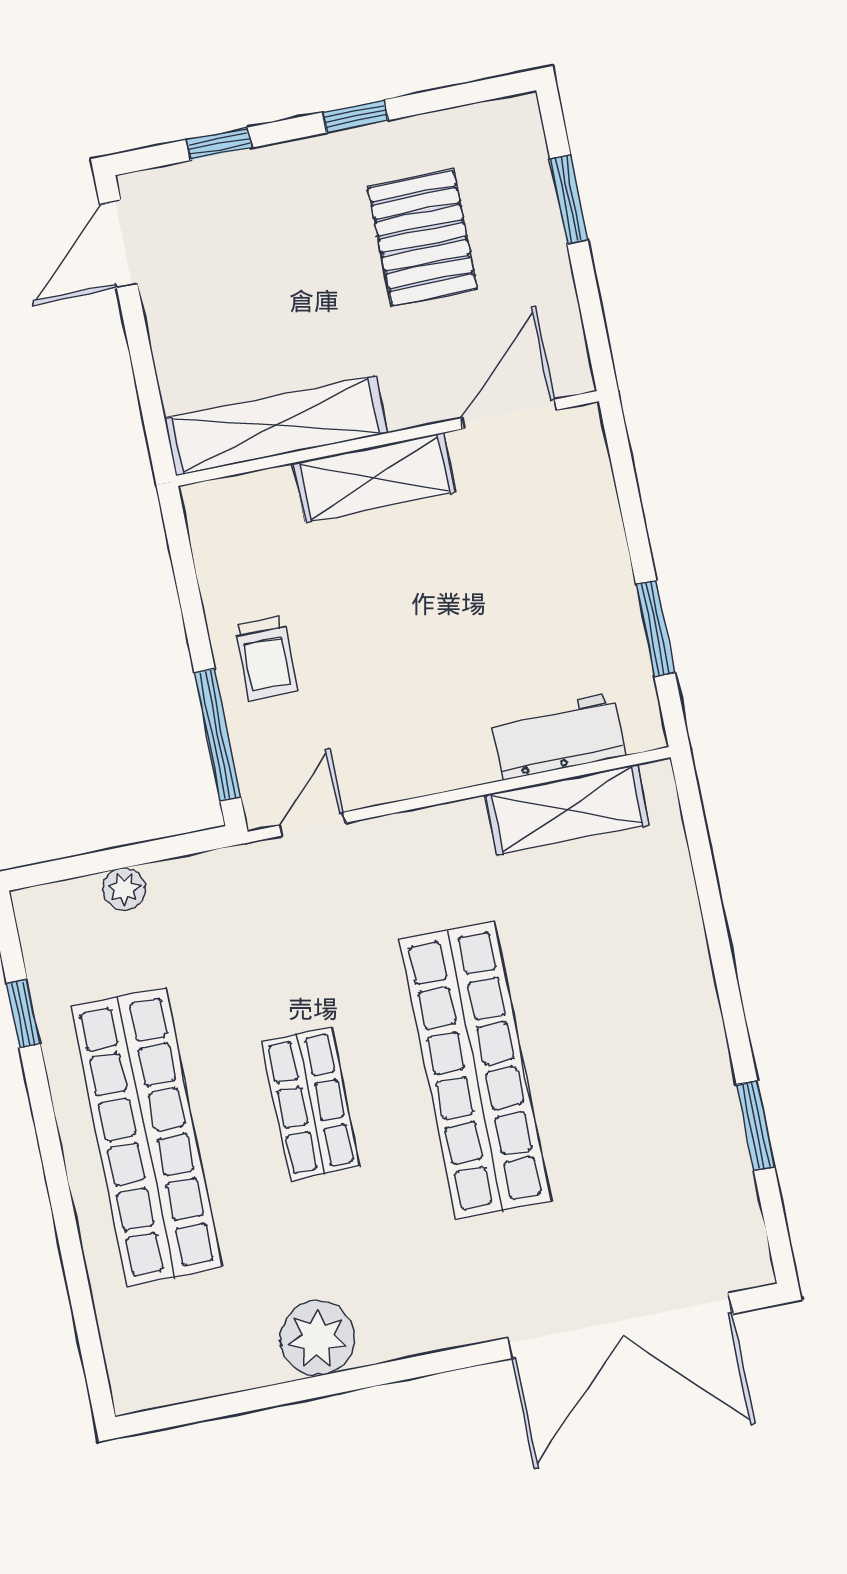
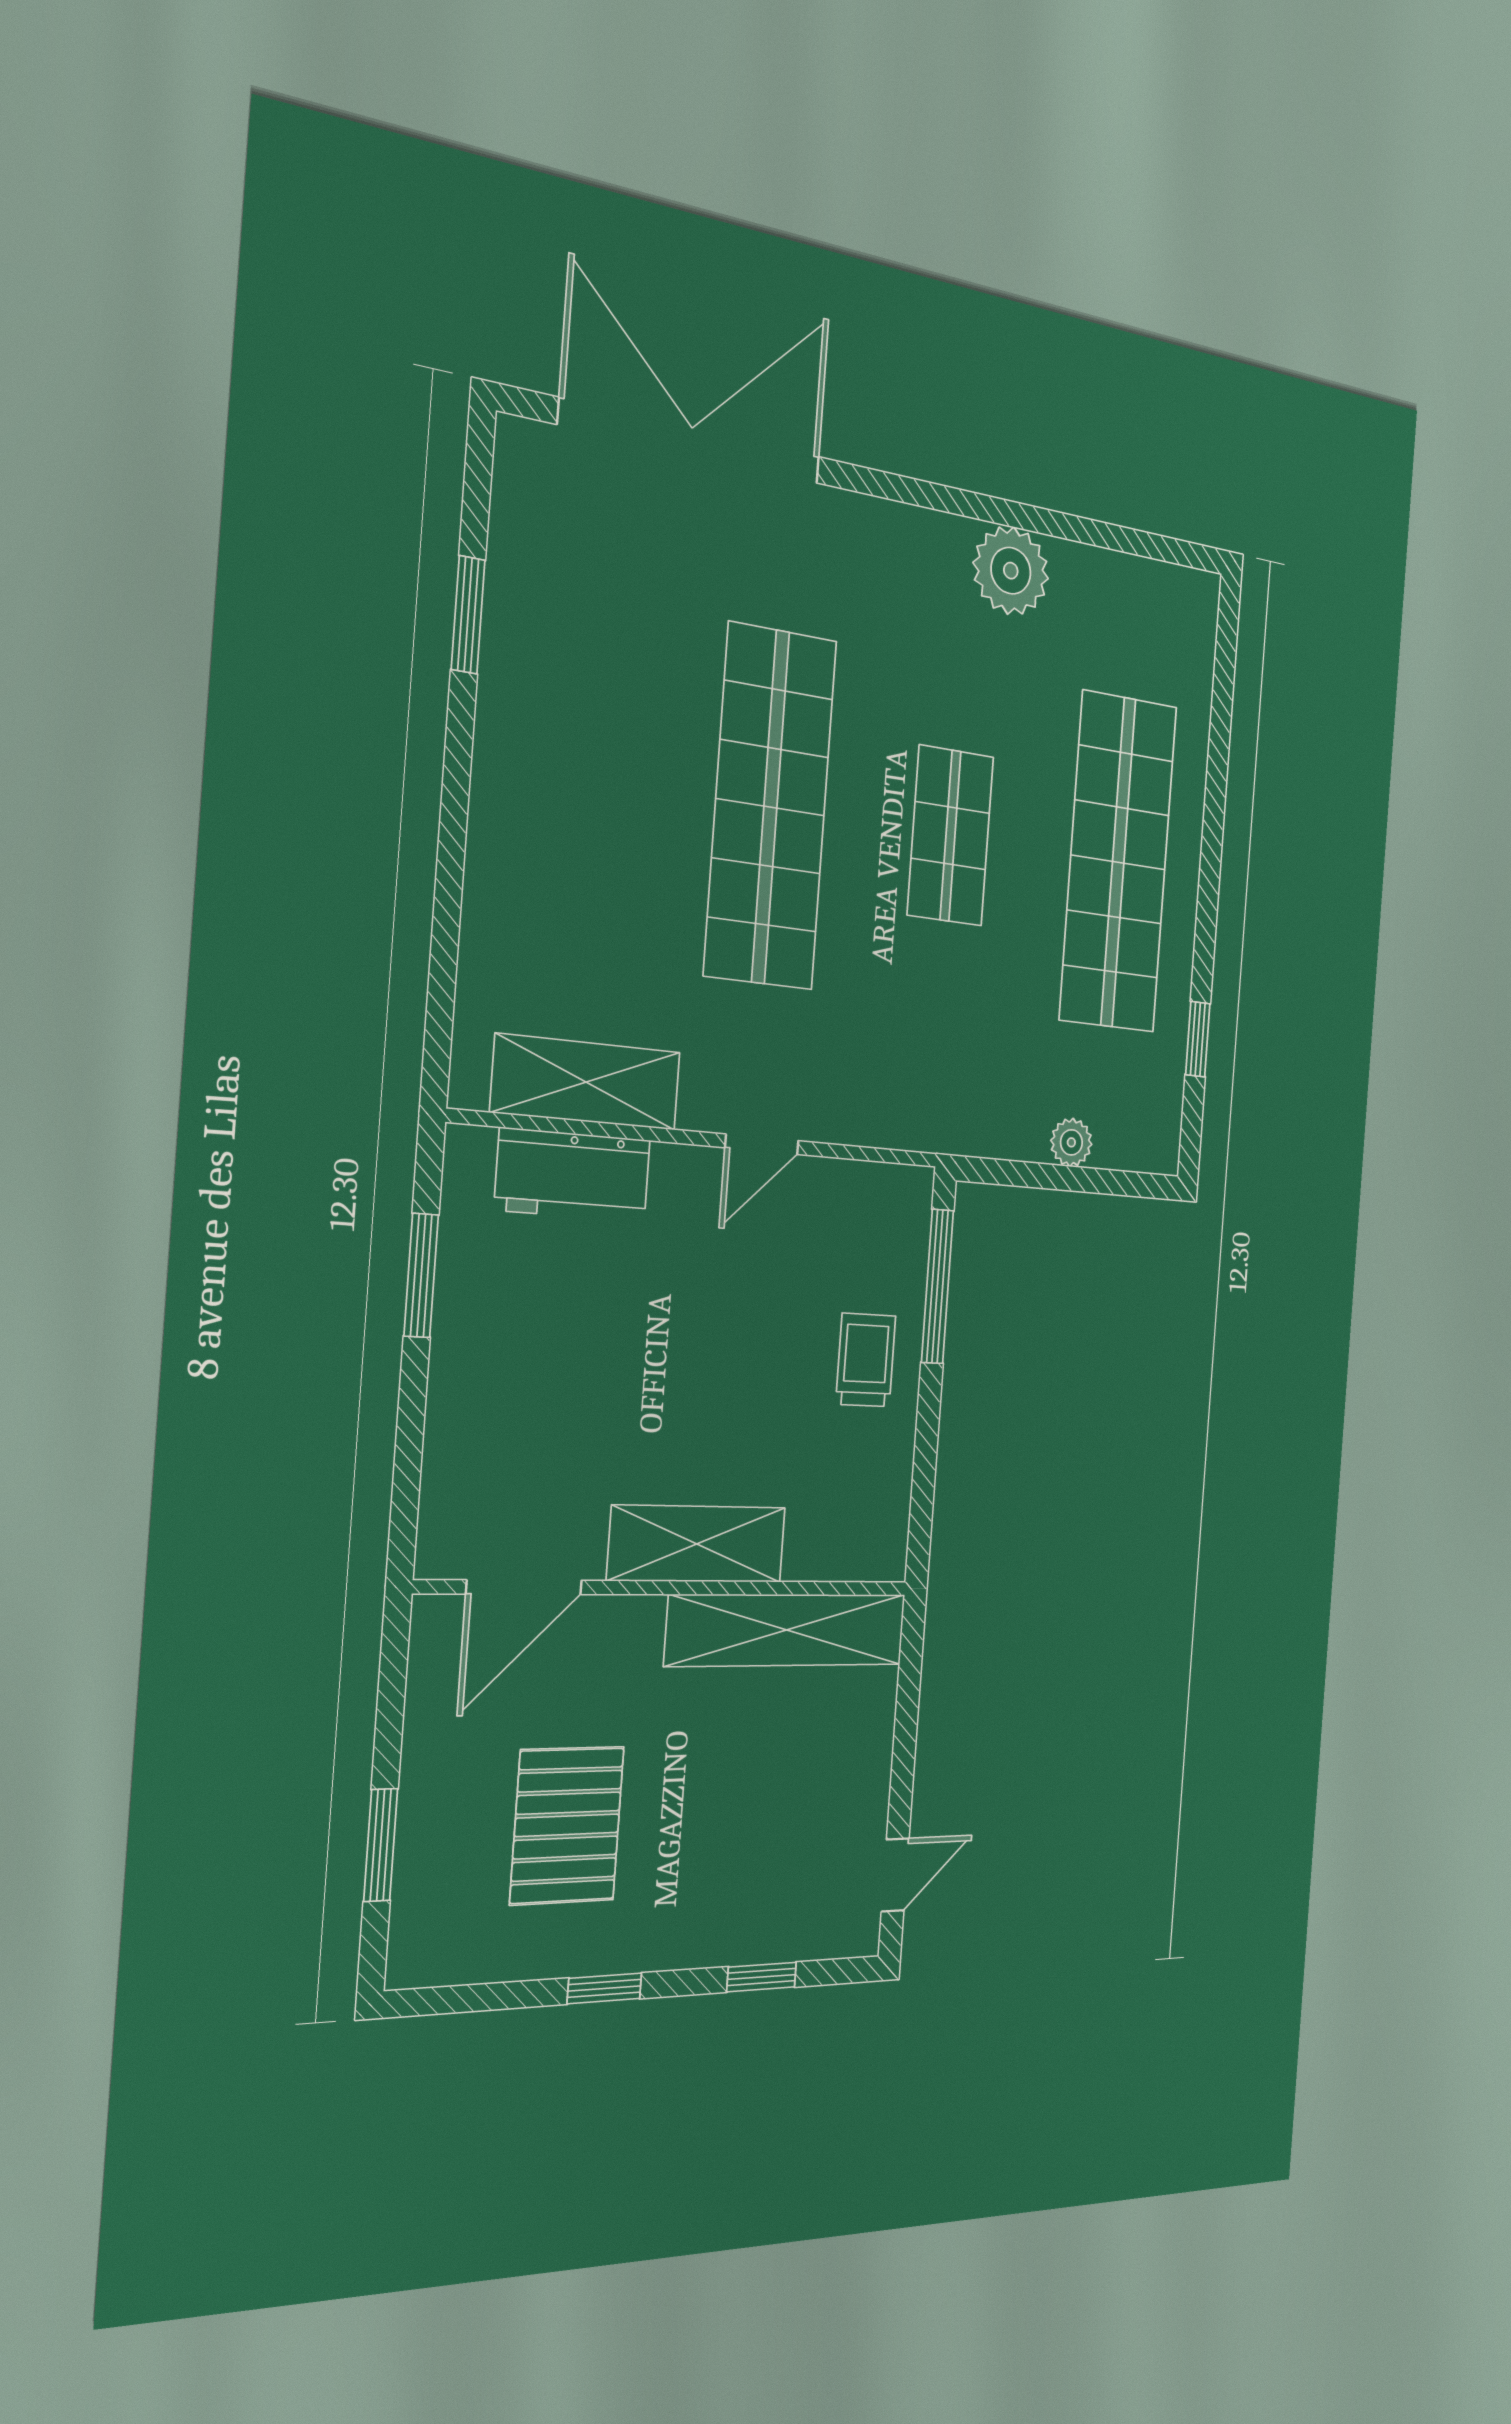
door: (119, 244) -> (895, 1875), width x0.73
door: (312, 824) -> (762, 1144), moved

